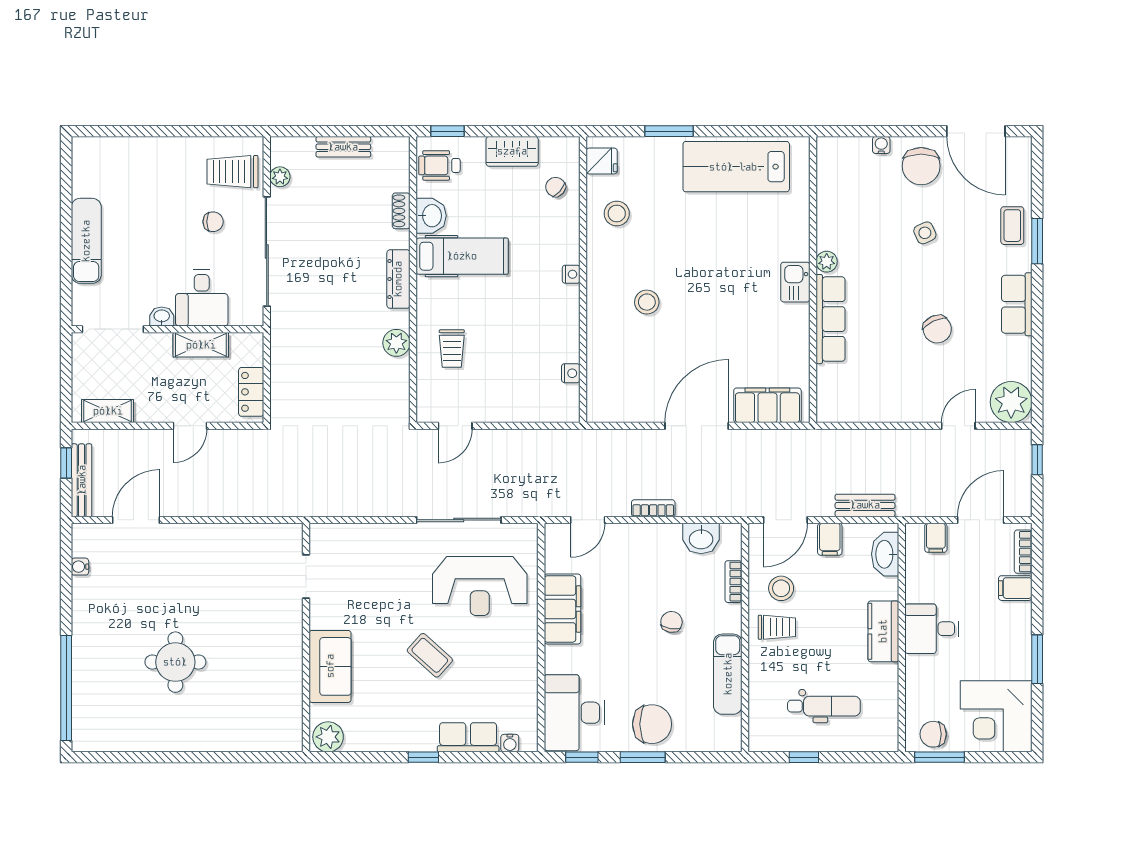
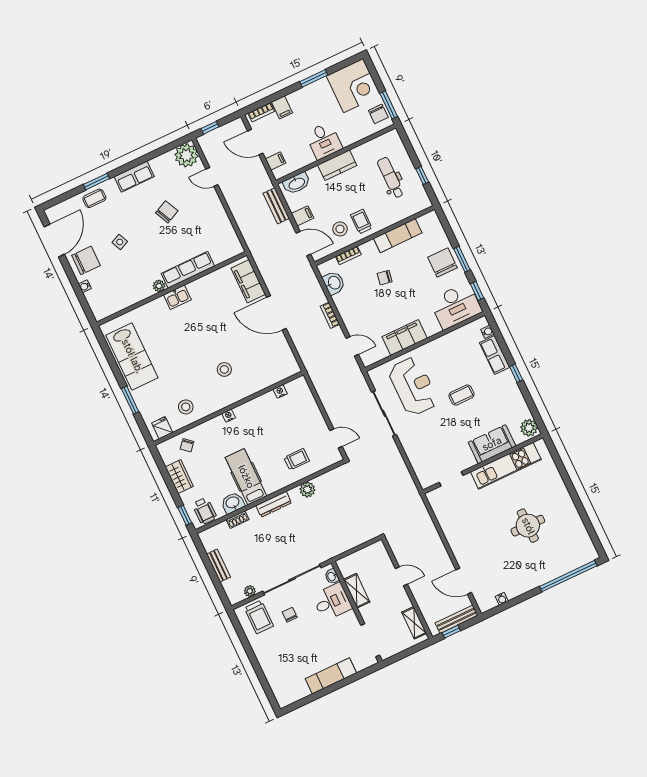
washbasin: (162, 316) -> (332, 576), moved
locker: (251, 392) -> (369, 553), removed
coffee table: (430, 655) -> (462, 395), turned 48
kitchen unit: (286, 672) -> (506, 466), added

